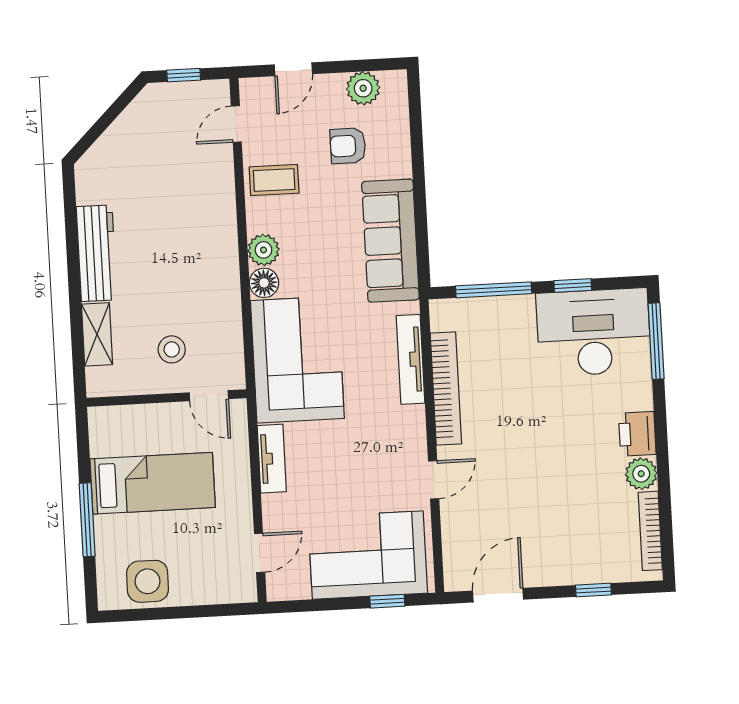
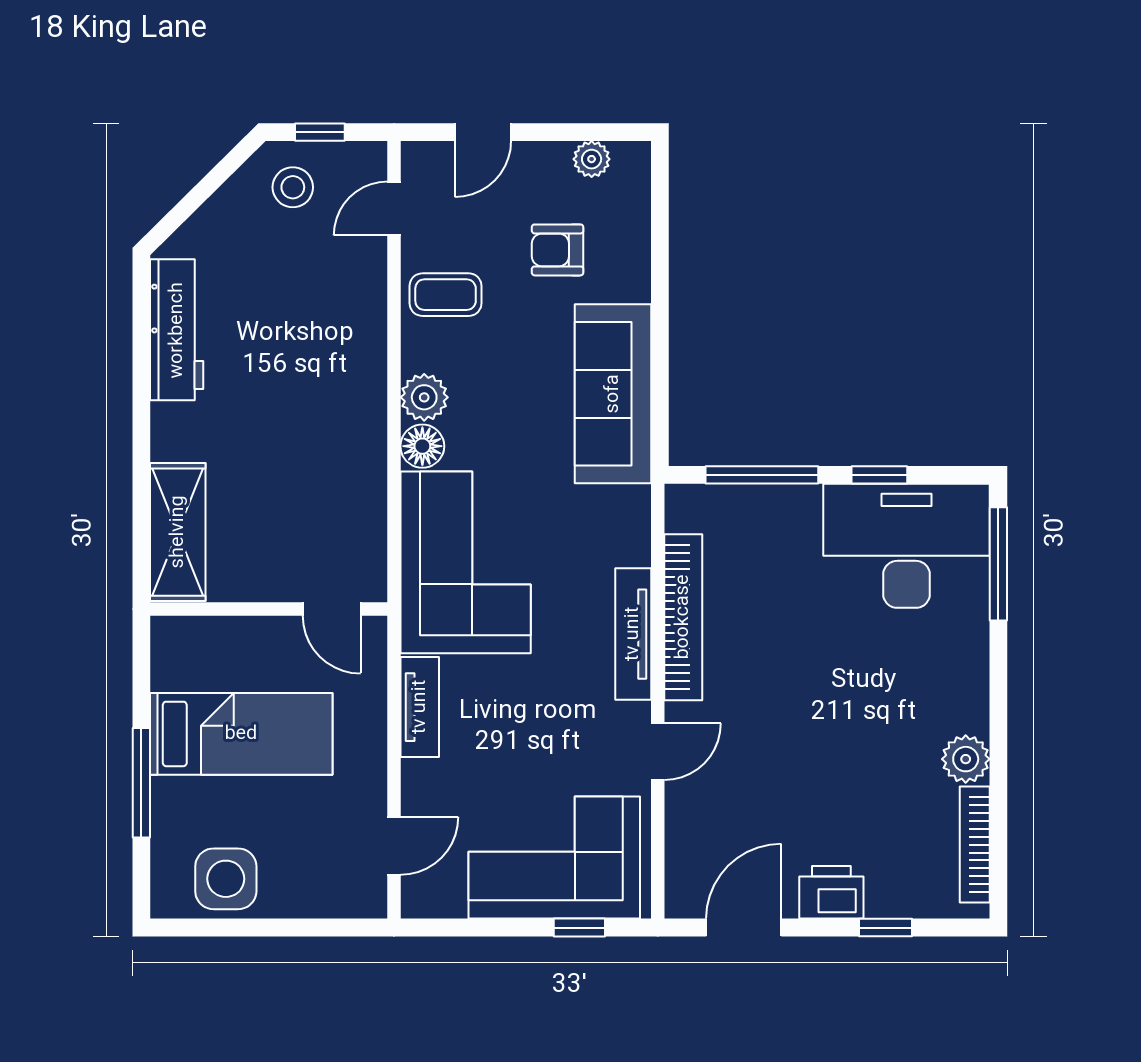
plant: (363, 88) -> (592, 159), width x0.73, depth x0.73
workbench: (97, 253) -> (177, 330), moved
shelving: (97, 334) -> (178, 532), width x1.50, depth x1.33
stool: (172, 349) -> (293, 187), moved
tv unit: (411, 359) -> (633, 634), moved
printer: (637, 434) -> (831, 892), moved, turned 90

